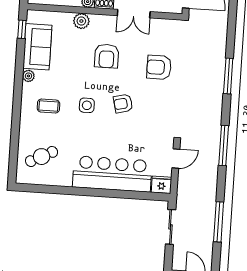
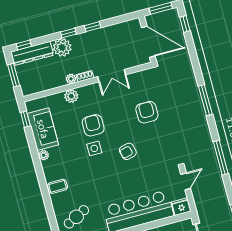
armchair: (107, 56) -> (93, 125), moved, turned 180
armchair: (159, 67) -> (147, 112), turned 90
side table: (87, 105) -> (94, 148), moved
coffee table: (48, 106) -> (58, 186), moved

